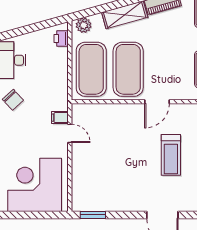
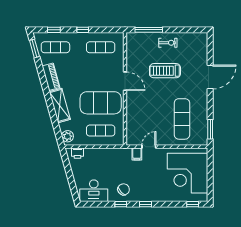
exercise mat: (91, 69) -> (101, 131), width x0.50, depth x0.69
treadmill: (171, 155) -> (165, 71), turned 180
exercise mat: (107, 177) -> (182, 119), added

